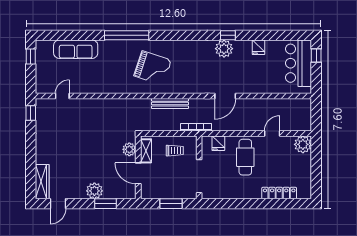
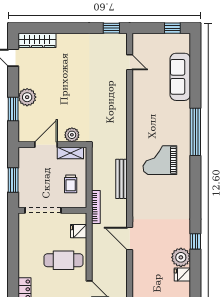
plant: (224, 49) -> (181, 257), moved
grand piano: (153, 68) -> (160, 160), turned 72

